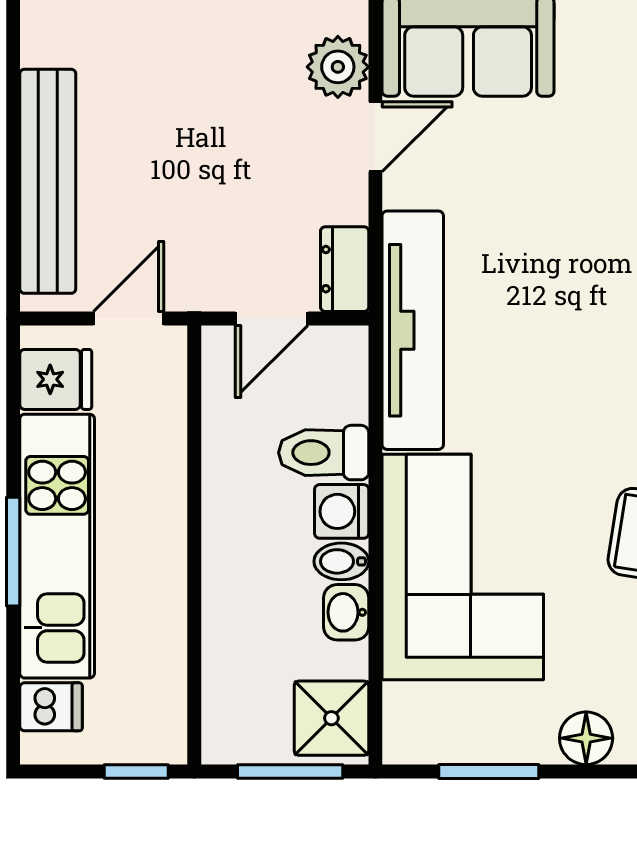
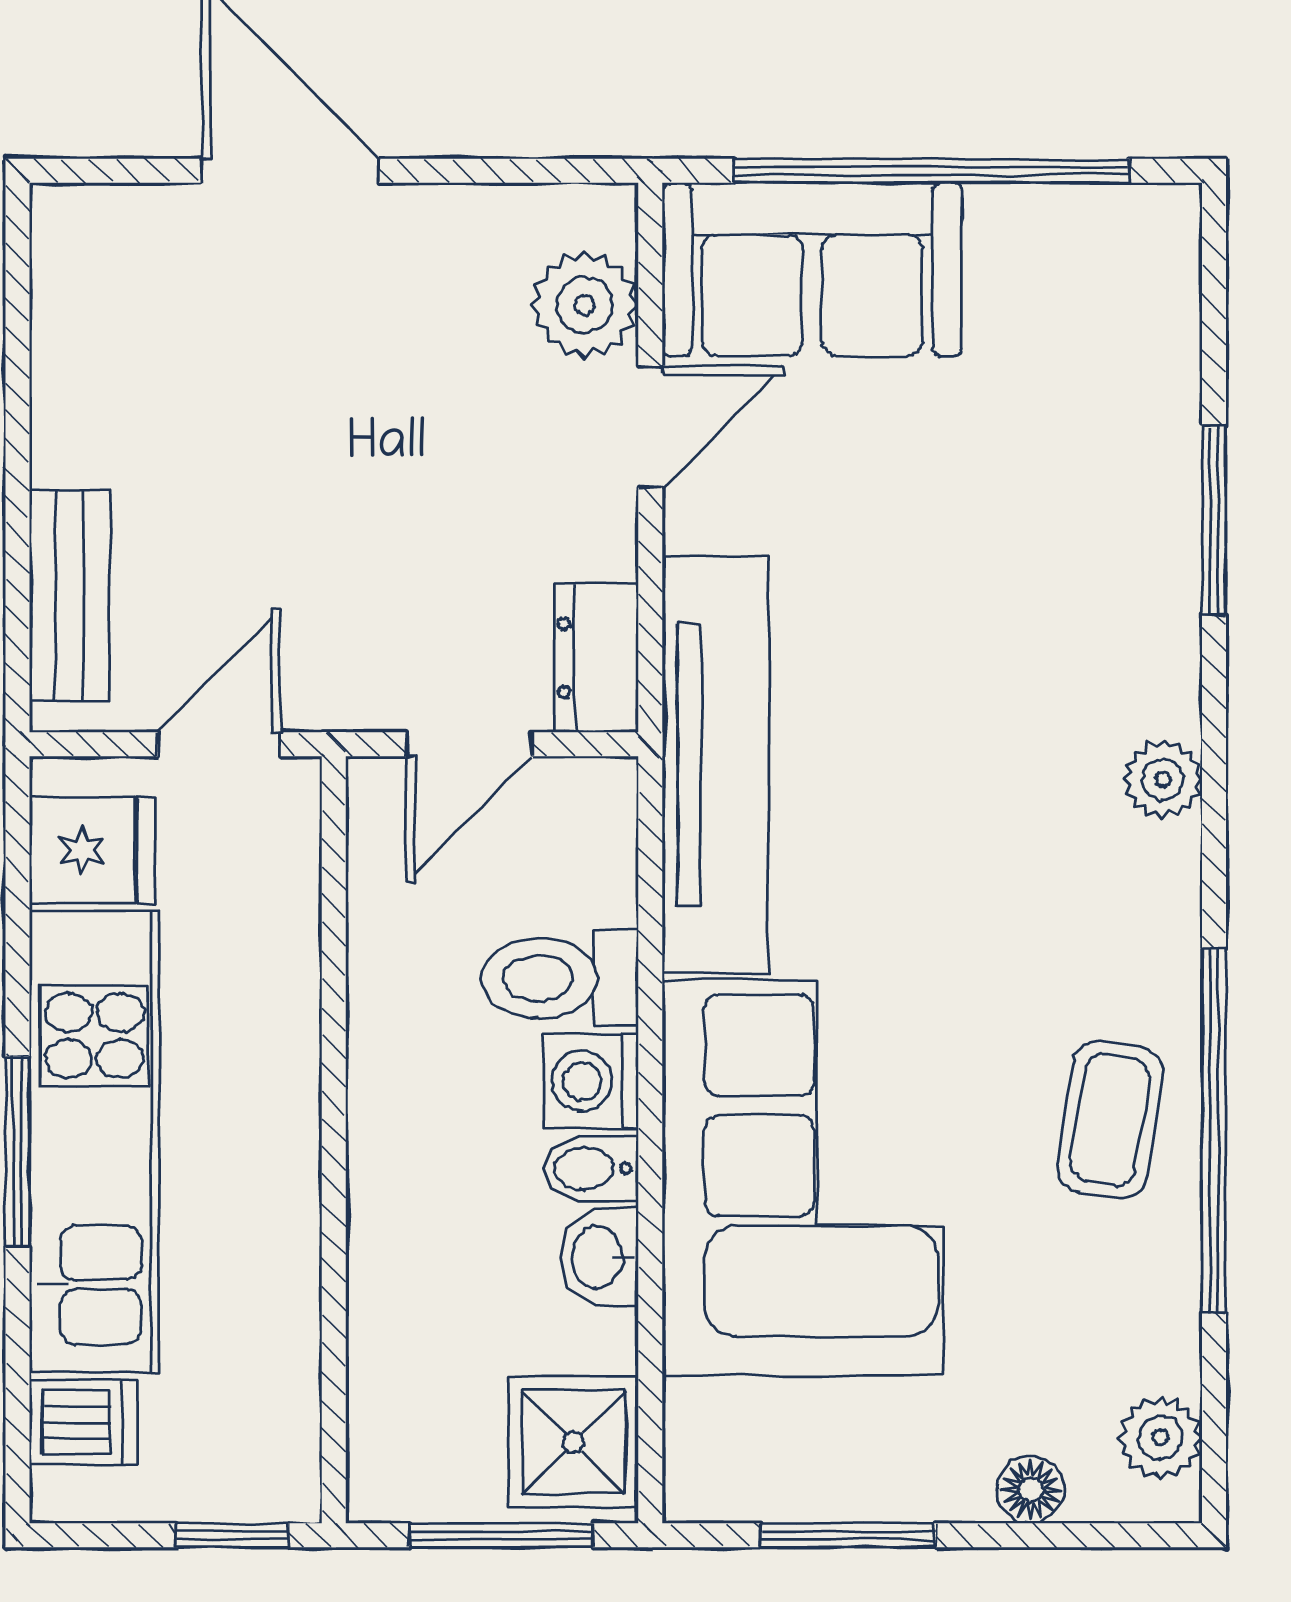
bench: (48, 181) -> (69, 595), width x0.54, depth x0.82
floor lamp: (586, 738) -> (1031, 1490), width x0.73, depth x0.73

